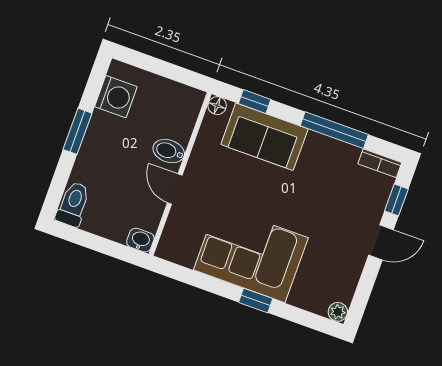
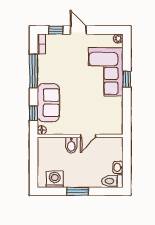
washbasin: (140, 240) -> (118, 167), moved
corner sofa: (251, 254) -> (106, 72), moved

